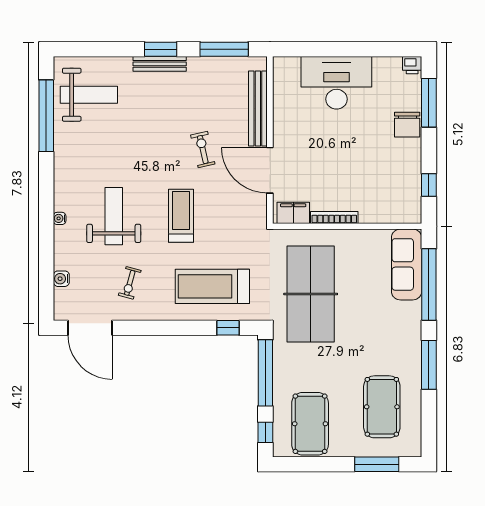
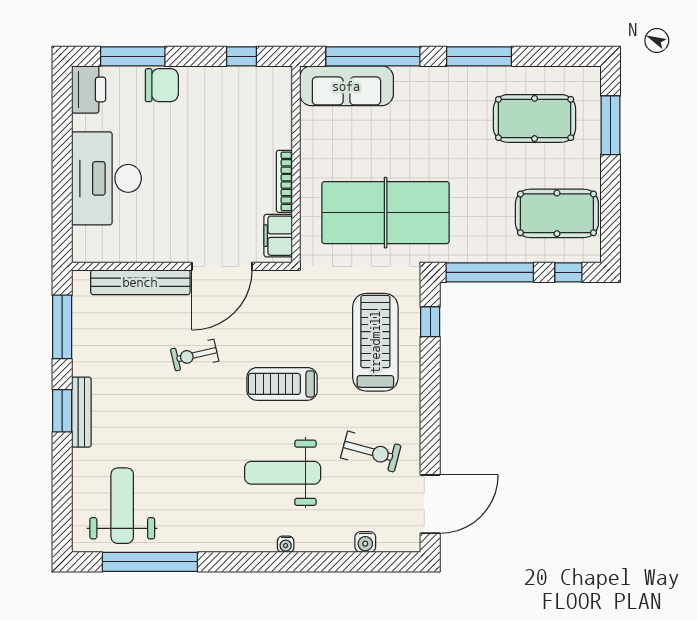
printer: (412, 65) -> (89, 89), width x1.87, depth x1.48
exercise bike: (130, 283) -> (371, 452), width x1.38, depth x1.39
treadmill: (212, 286) -> (375, 342), turned 180

